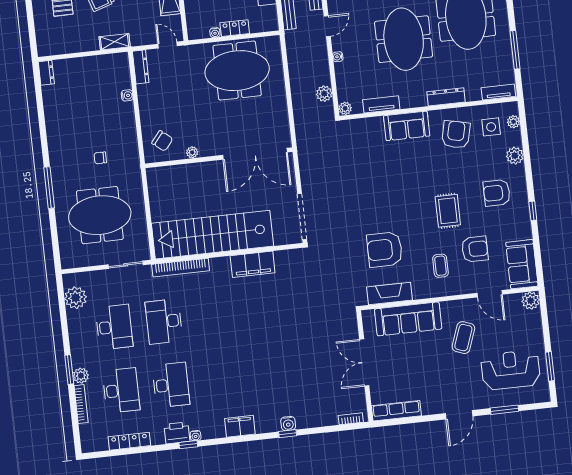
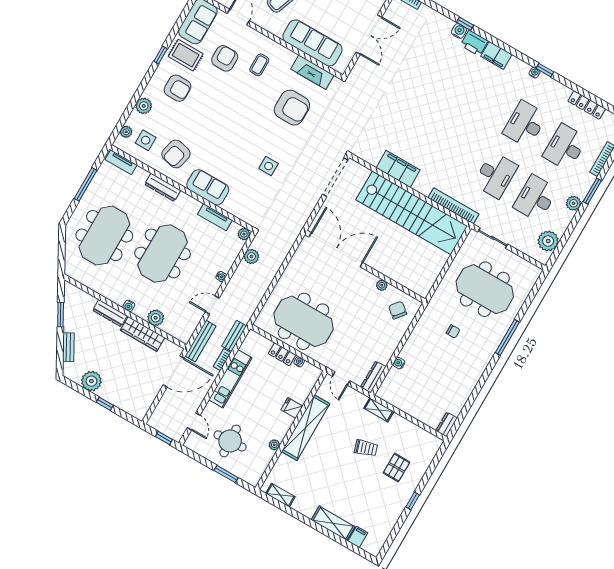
side table: (367, 183) -> (269, 166), added
rug: (448, 211) -> (186, 55), moved, turned 90
armchair: (475, 249) -> (225, 58), turned 90
plant: (81, 376) -> (573, 203), moved
printer: (177, 433) -> (474, 43), moved

